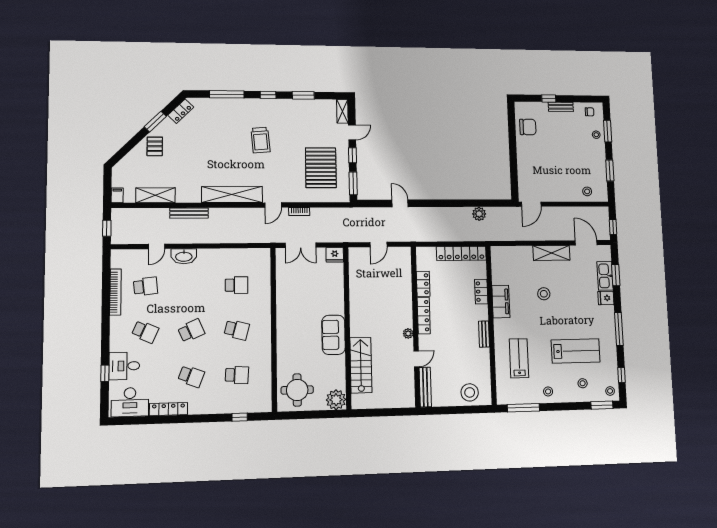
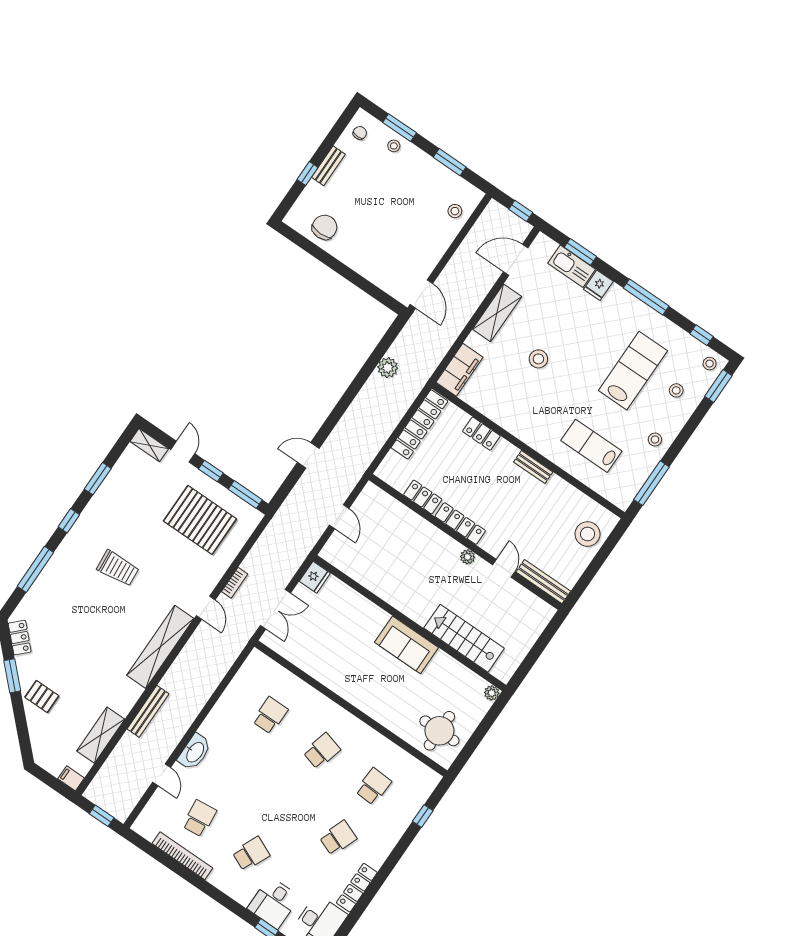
filing cabinet: (501, 302) -> (459, 370), moved, turned 90
school desk: (191, 331) -> (286, 802), removed
plant: (336, 400) -> (492, 693), width x0.53, depth x0.53

